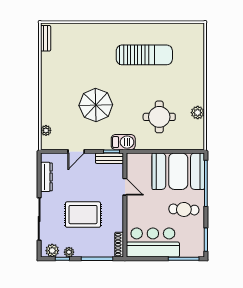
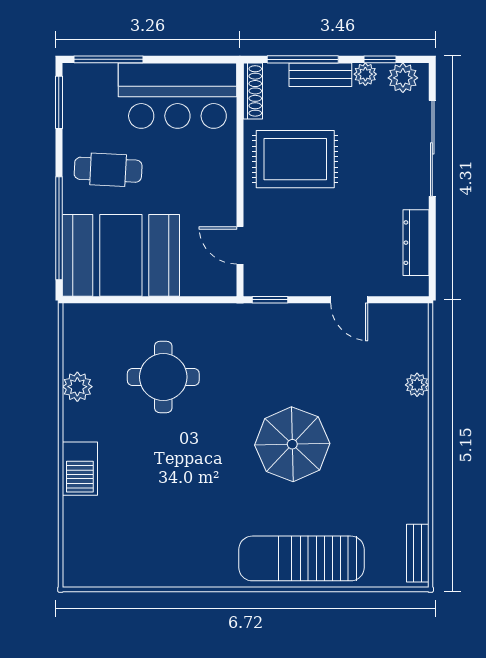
sun lounger: (144, 55) -> (302, 558), moved
parasol: (96, 105) -> (292, 444), moved
plant: (46, 130) -> (417, 385), moved
barbecue: (123, 142) -> (80, 469), moved, turned -90
door: (76, 151) -> (349, 300), swing flipped
bench: (110, 158) -> (320, 75), moved
door: (125, 187) -> (240, 245), moved
rug: (83, 215) -> (295, 159), moved

